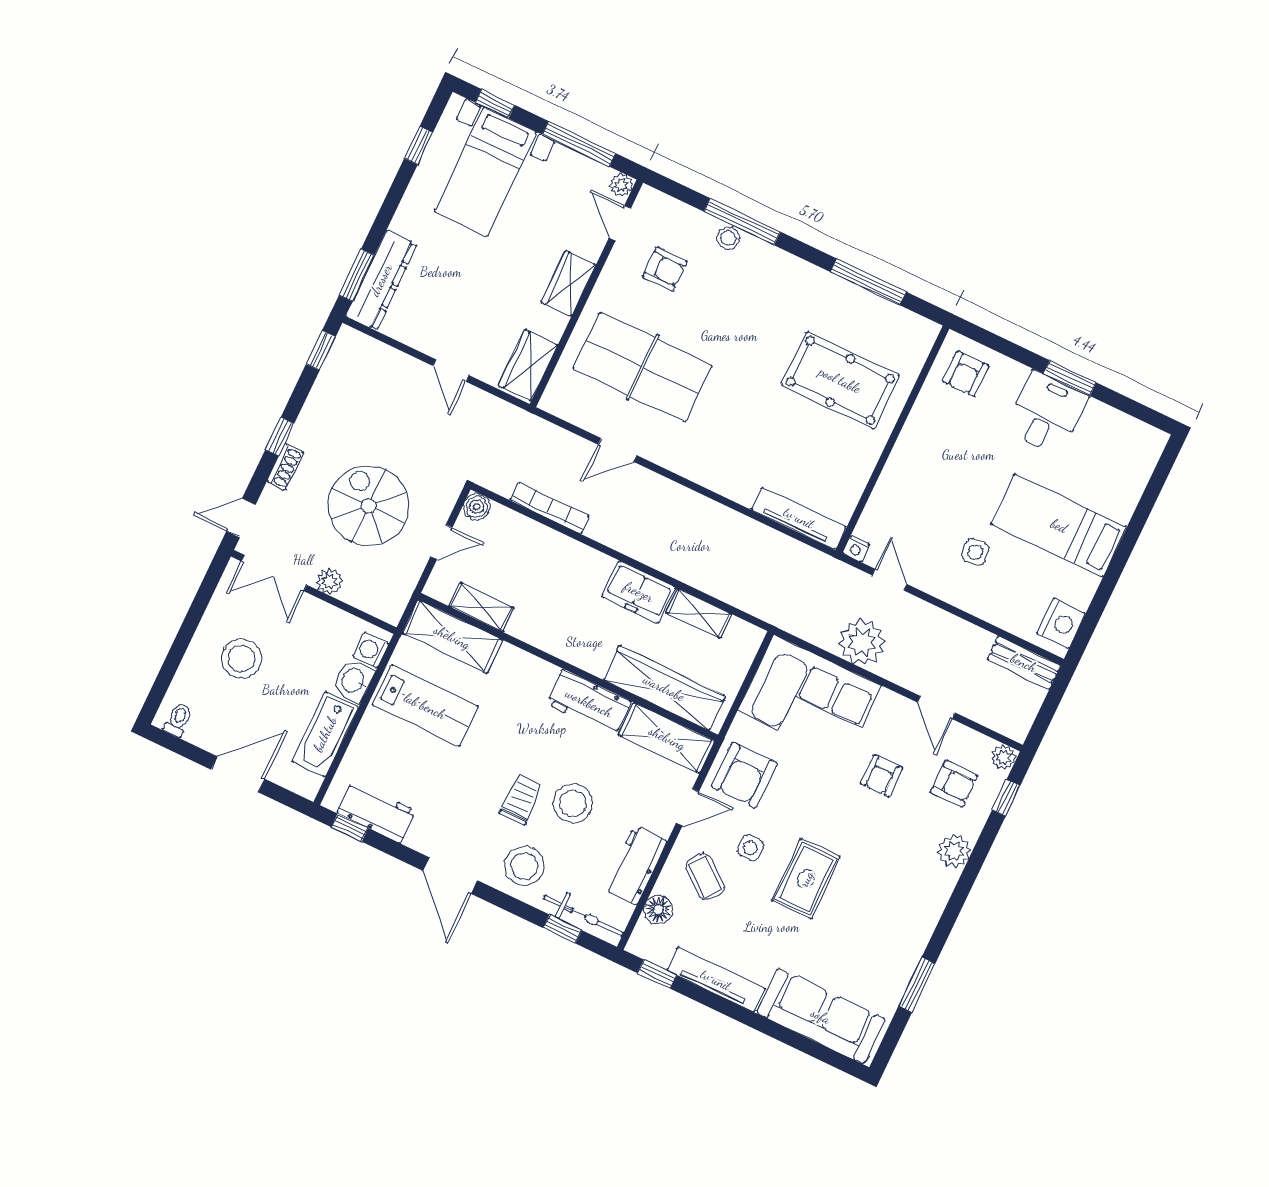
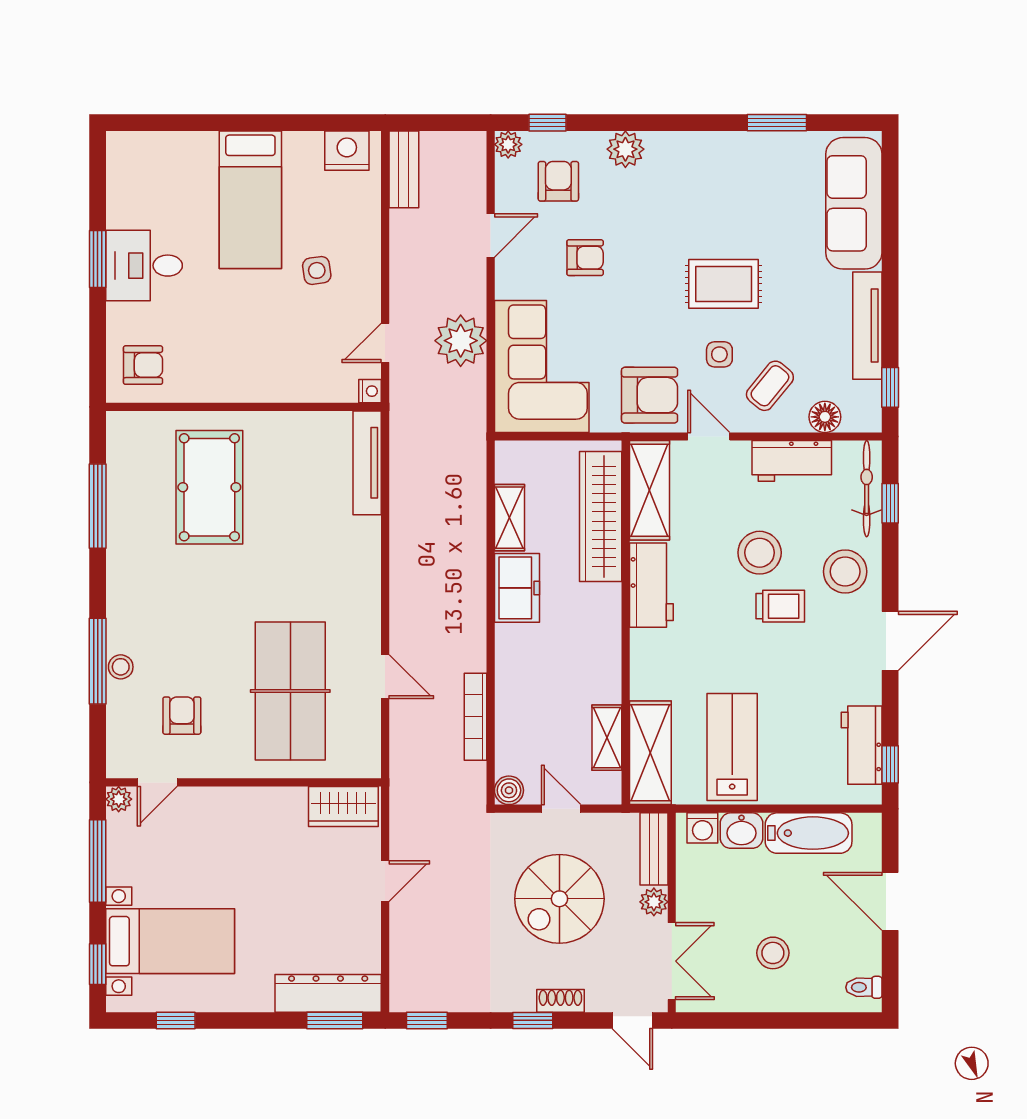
wardrobe: (568, 284) -> (242, 805), removed
bench: (372, 602) -> (654, 849), added
stool: (241, 659) -> (773, 953), width x0.73, depth x0.73
trolley: (521, 799) -> (780, 606), turned 180

